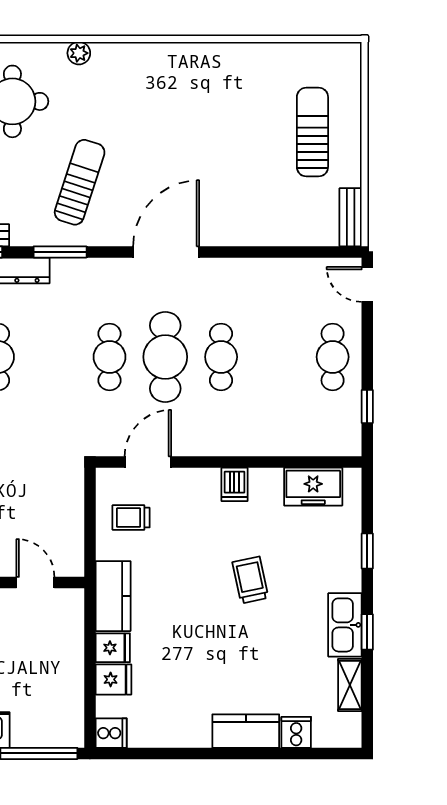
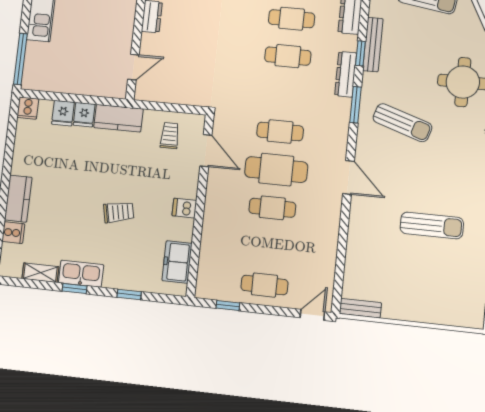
sun lounger: (312, 132) -> (432, 225), moved
door: (166, 252) -> (348, 177), width x0.73

